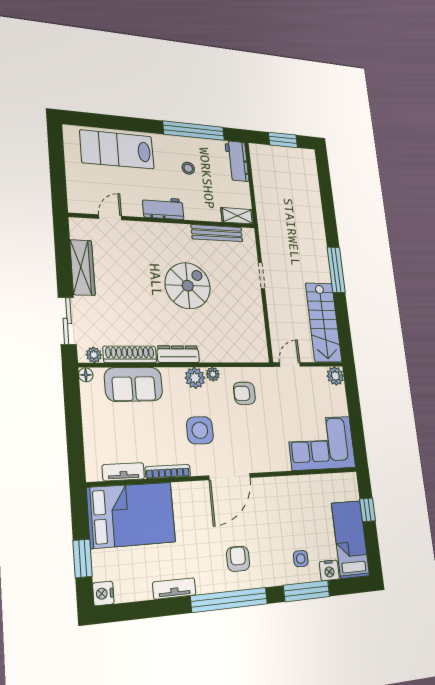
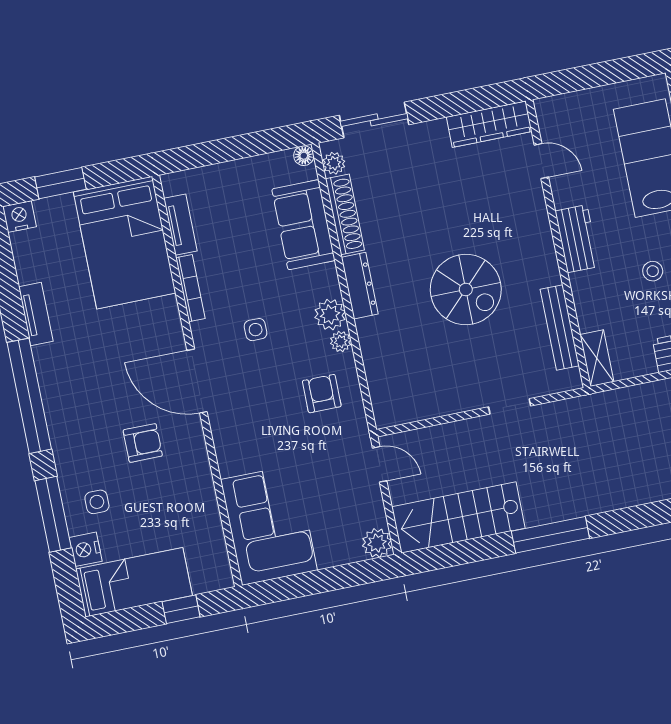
wardrobe: (82, 268) -> (489, 124), moved
side table: (200, 430) -> (256, 330), width x0.54, depth x0.54
armchair: (238, 559) -> (143, 443), moved

